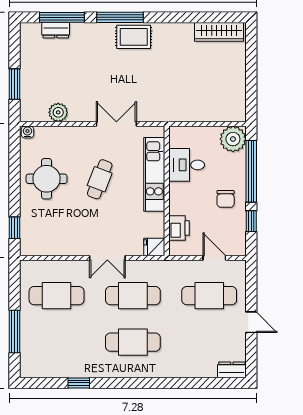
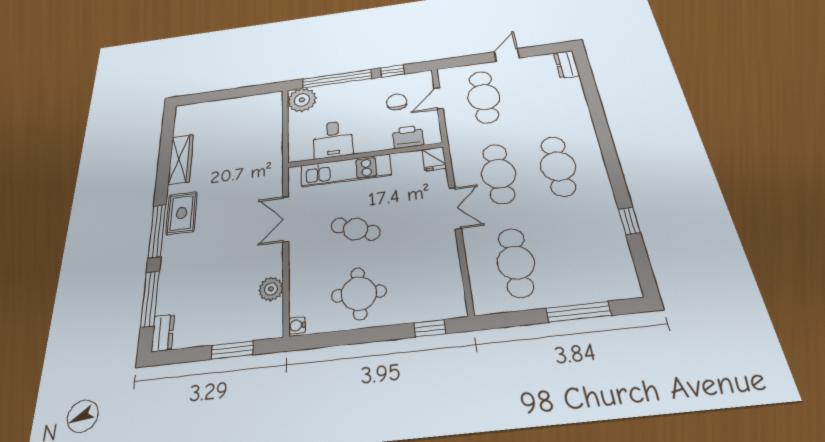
dresser: (56, 30) -> (163, 333), moved
wardrobe: (219, 32) -> (181, 159), moved
chair: (226, 199) -> (397, 102), moved, turned -90

